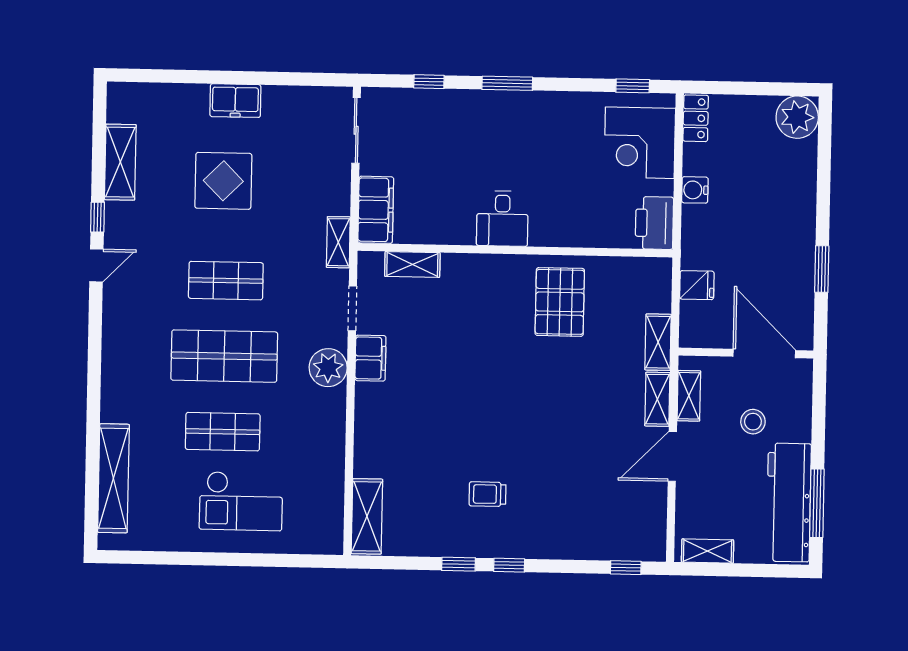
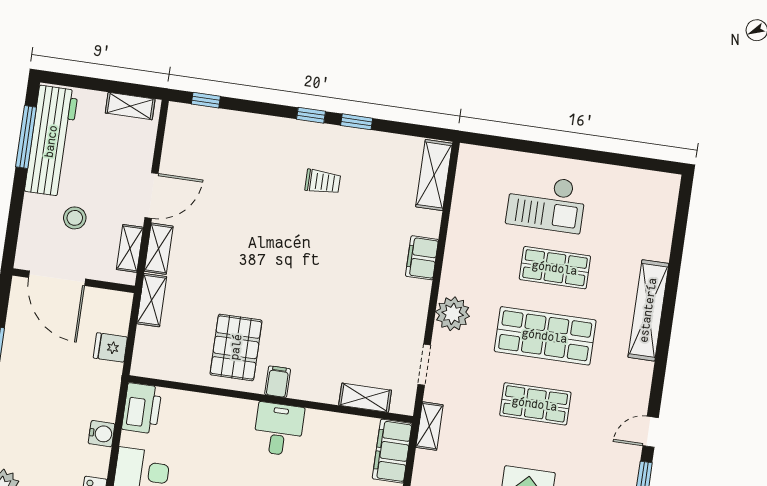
filing cabinet: (510, 270) -> (278, 382), added
filing cabinet: (370, 358) -> (422, 258), moved
shelving: (113, 478) -> (648, 310), moved
checkout: (241, 501) -> (546, 203), turned 180

